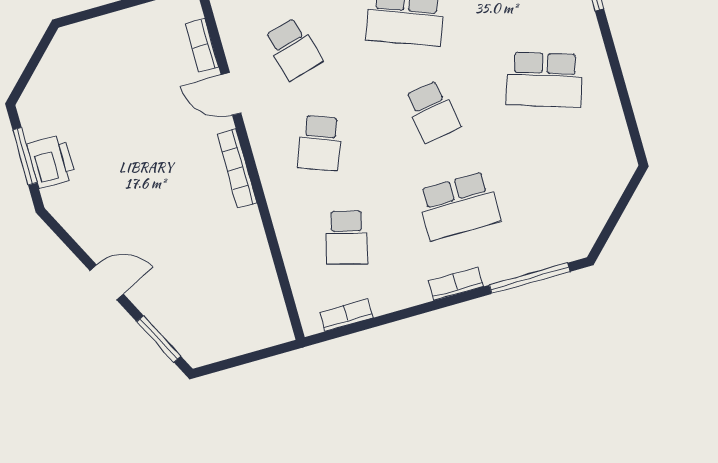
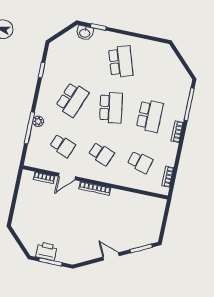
school desk: (293, 49) -> (63, 146), turned 36
school desk: (544, 80) -> (121, 62), turned -36
school desk: (432, 111) -> (111, 108), width x1.85
printer: (51, 161) -> (46, 251), moved
door: (107, 282) -> (111, 256), hinge flipped

